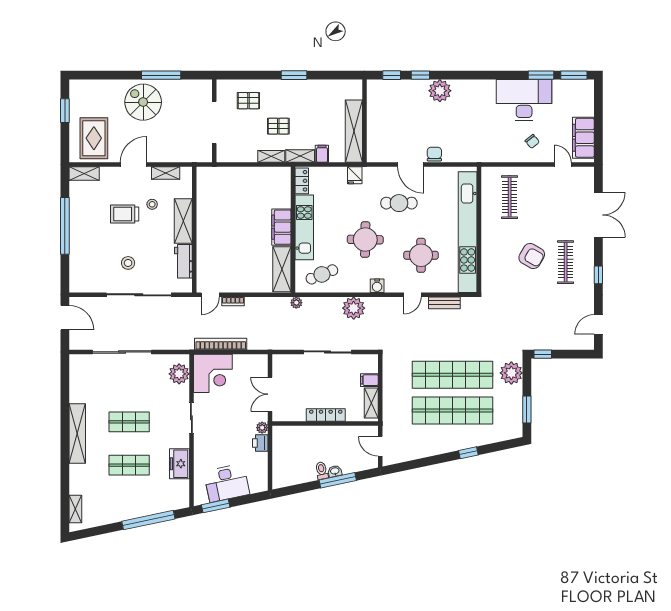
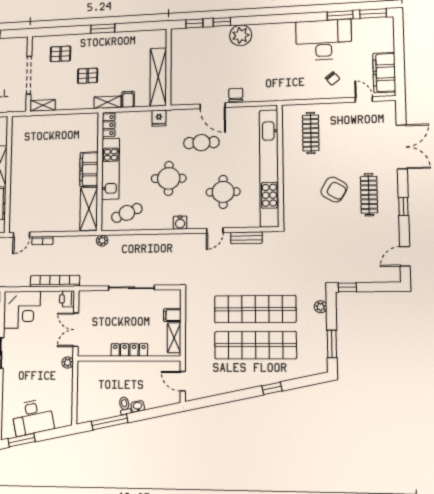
shelving: (271, 156) -> (43, 105), moved
plant: (354, 308) -> (157, 245), removed
bookcase: (221, 344) -> (55, 281), moved
plant: (511, 373) -> (321, 307), width x0.53, depth x0.53
printer: (260, 443) -> (67, 299), moved
window: (338, 480) -> (110, 422), moved

